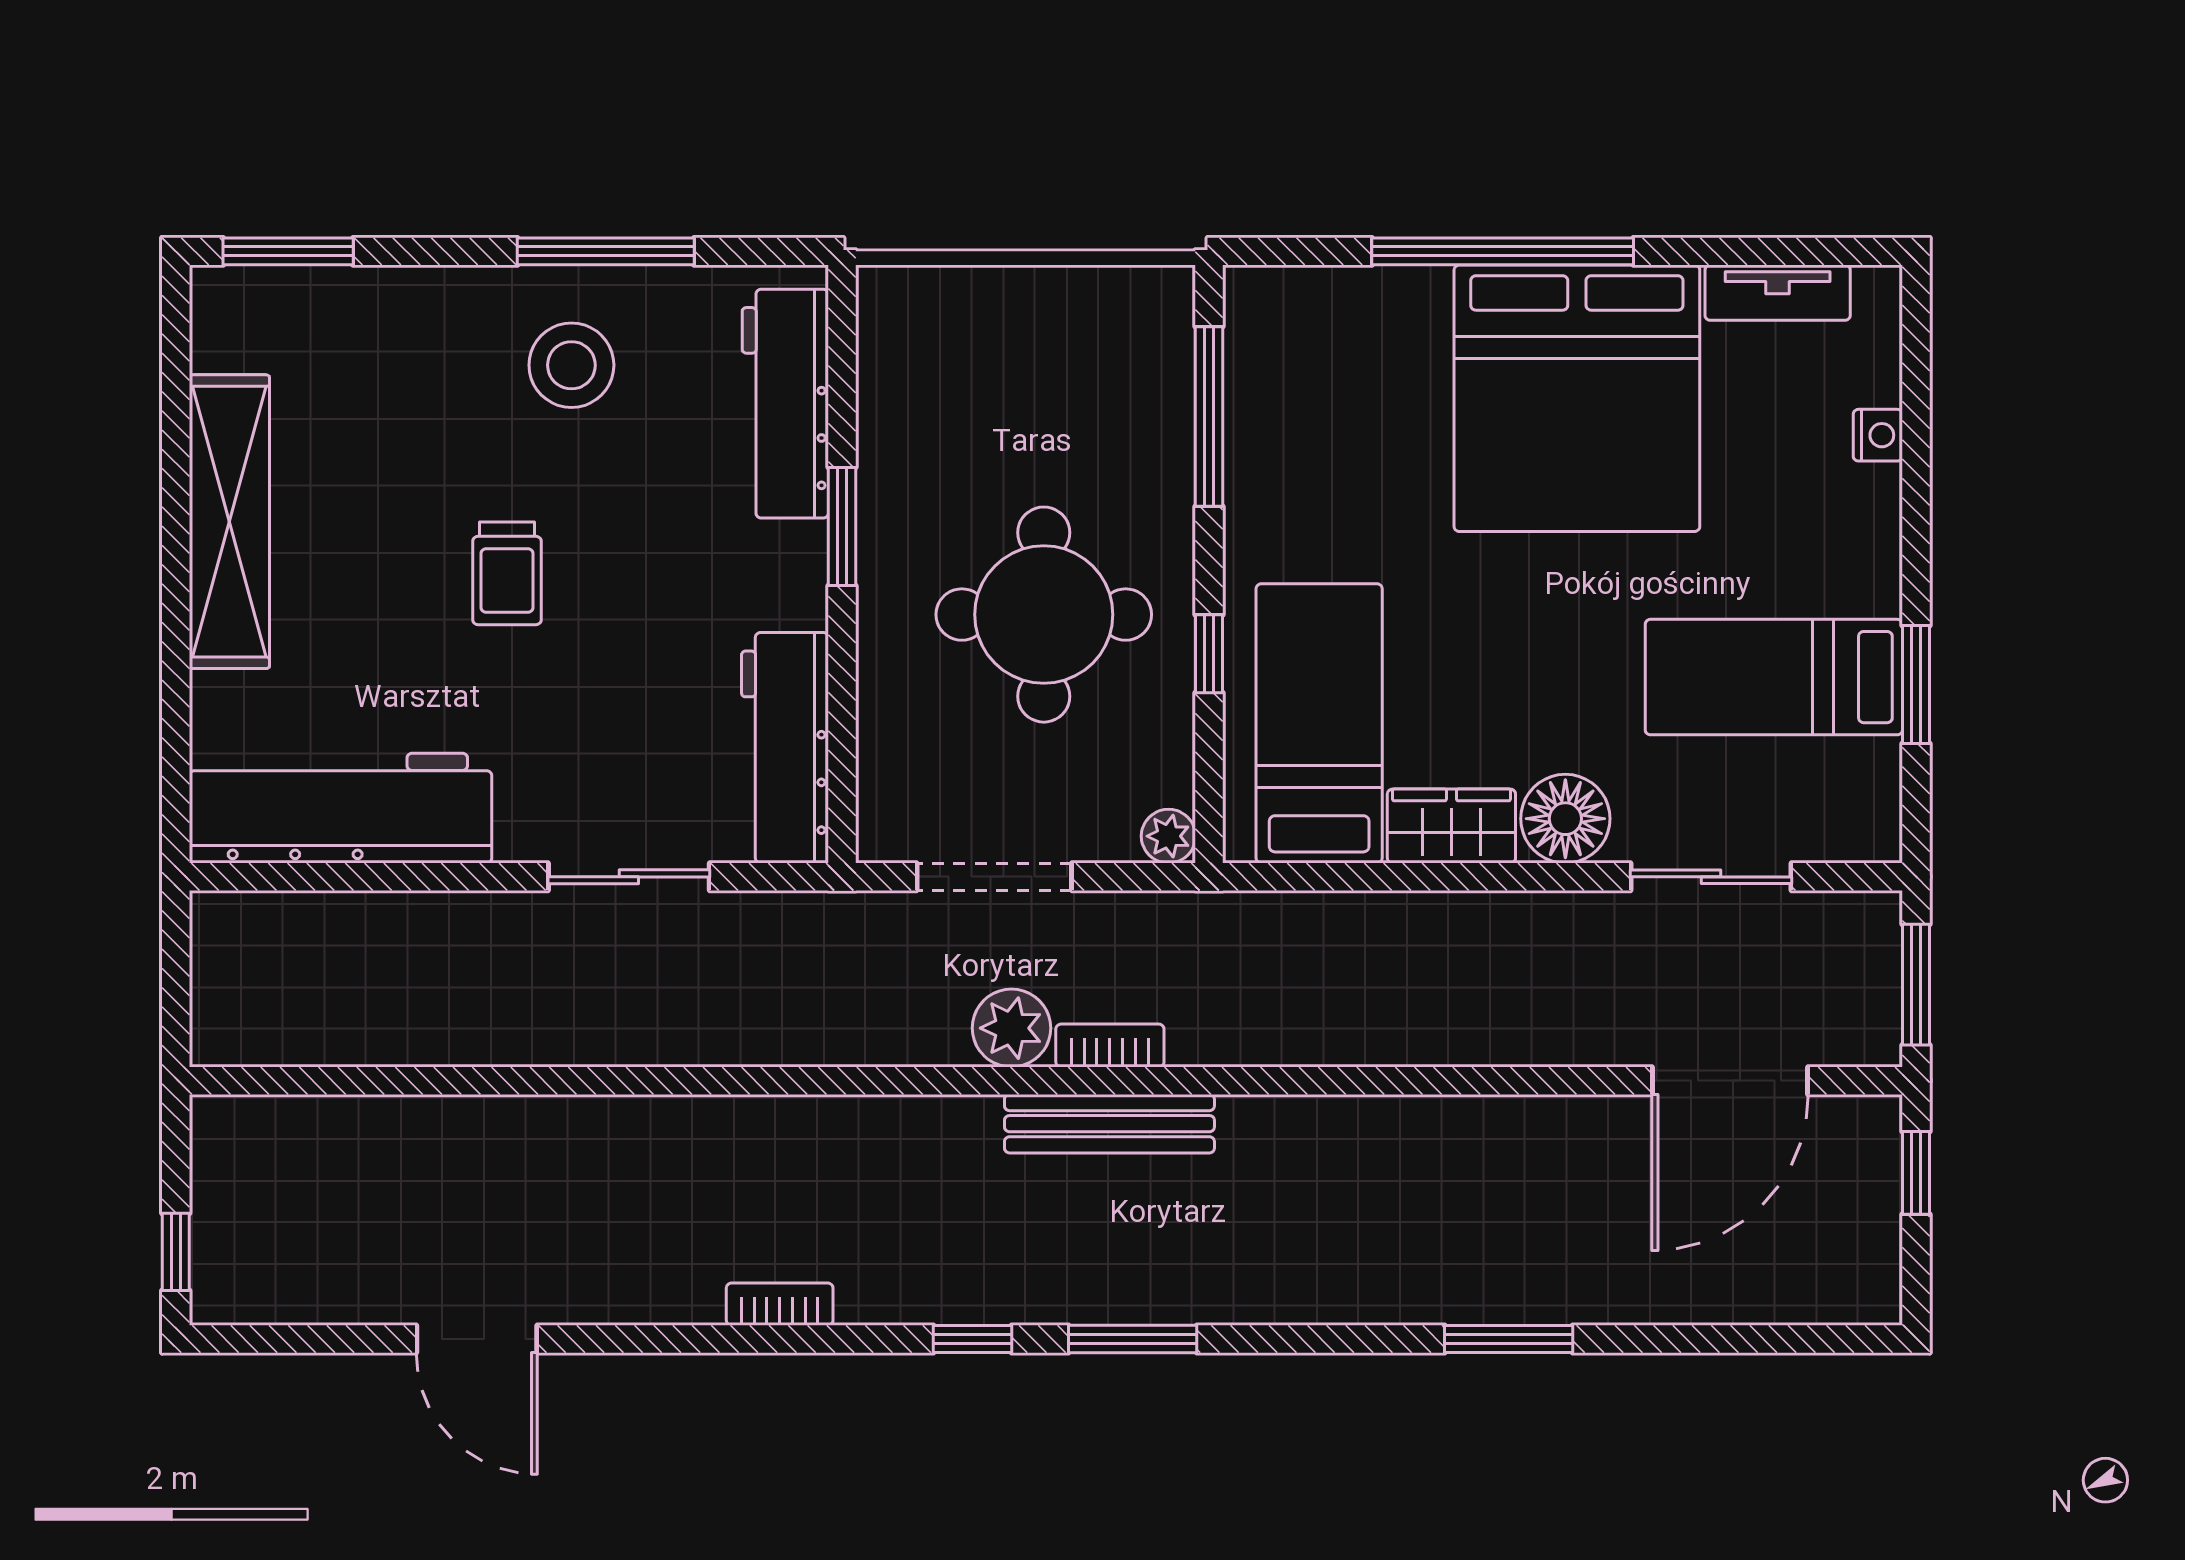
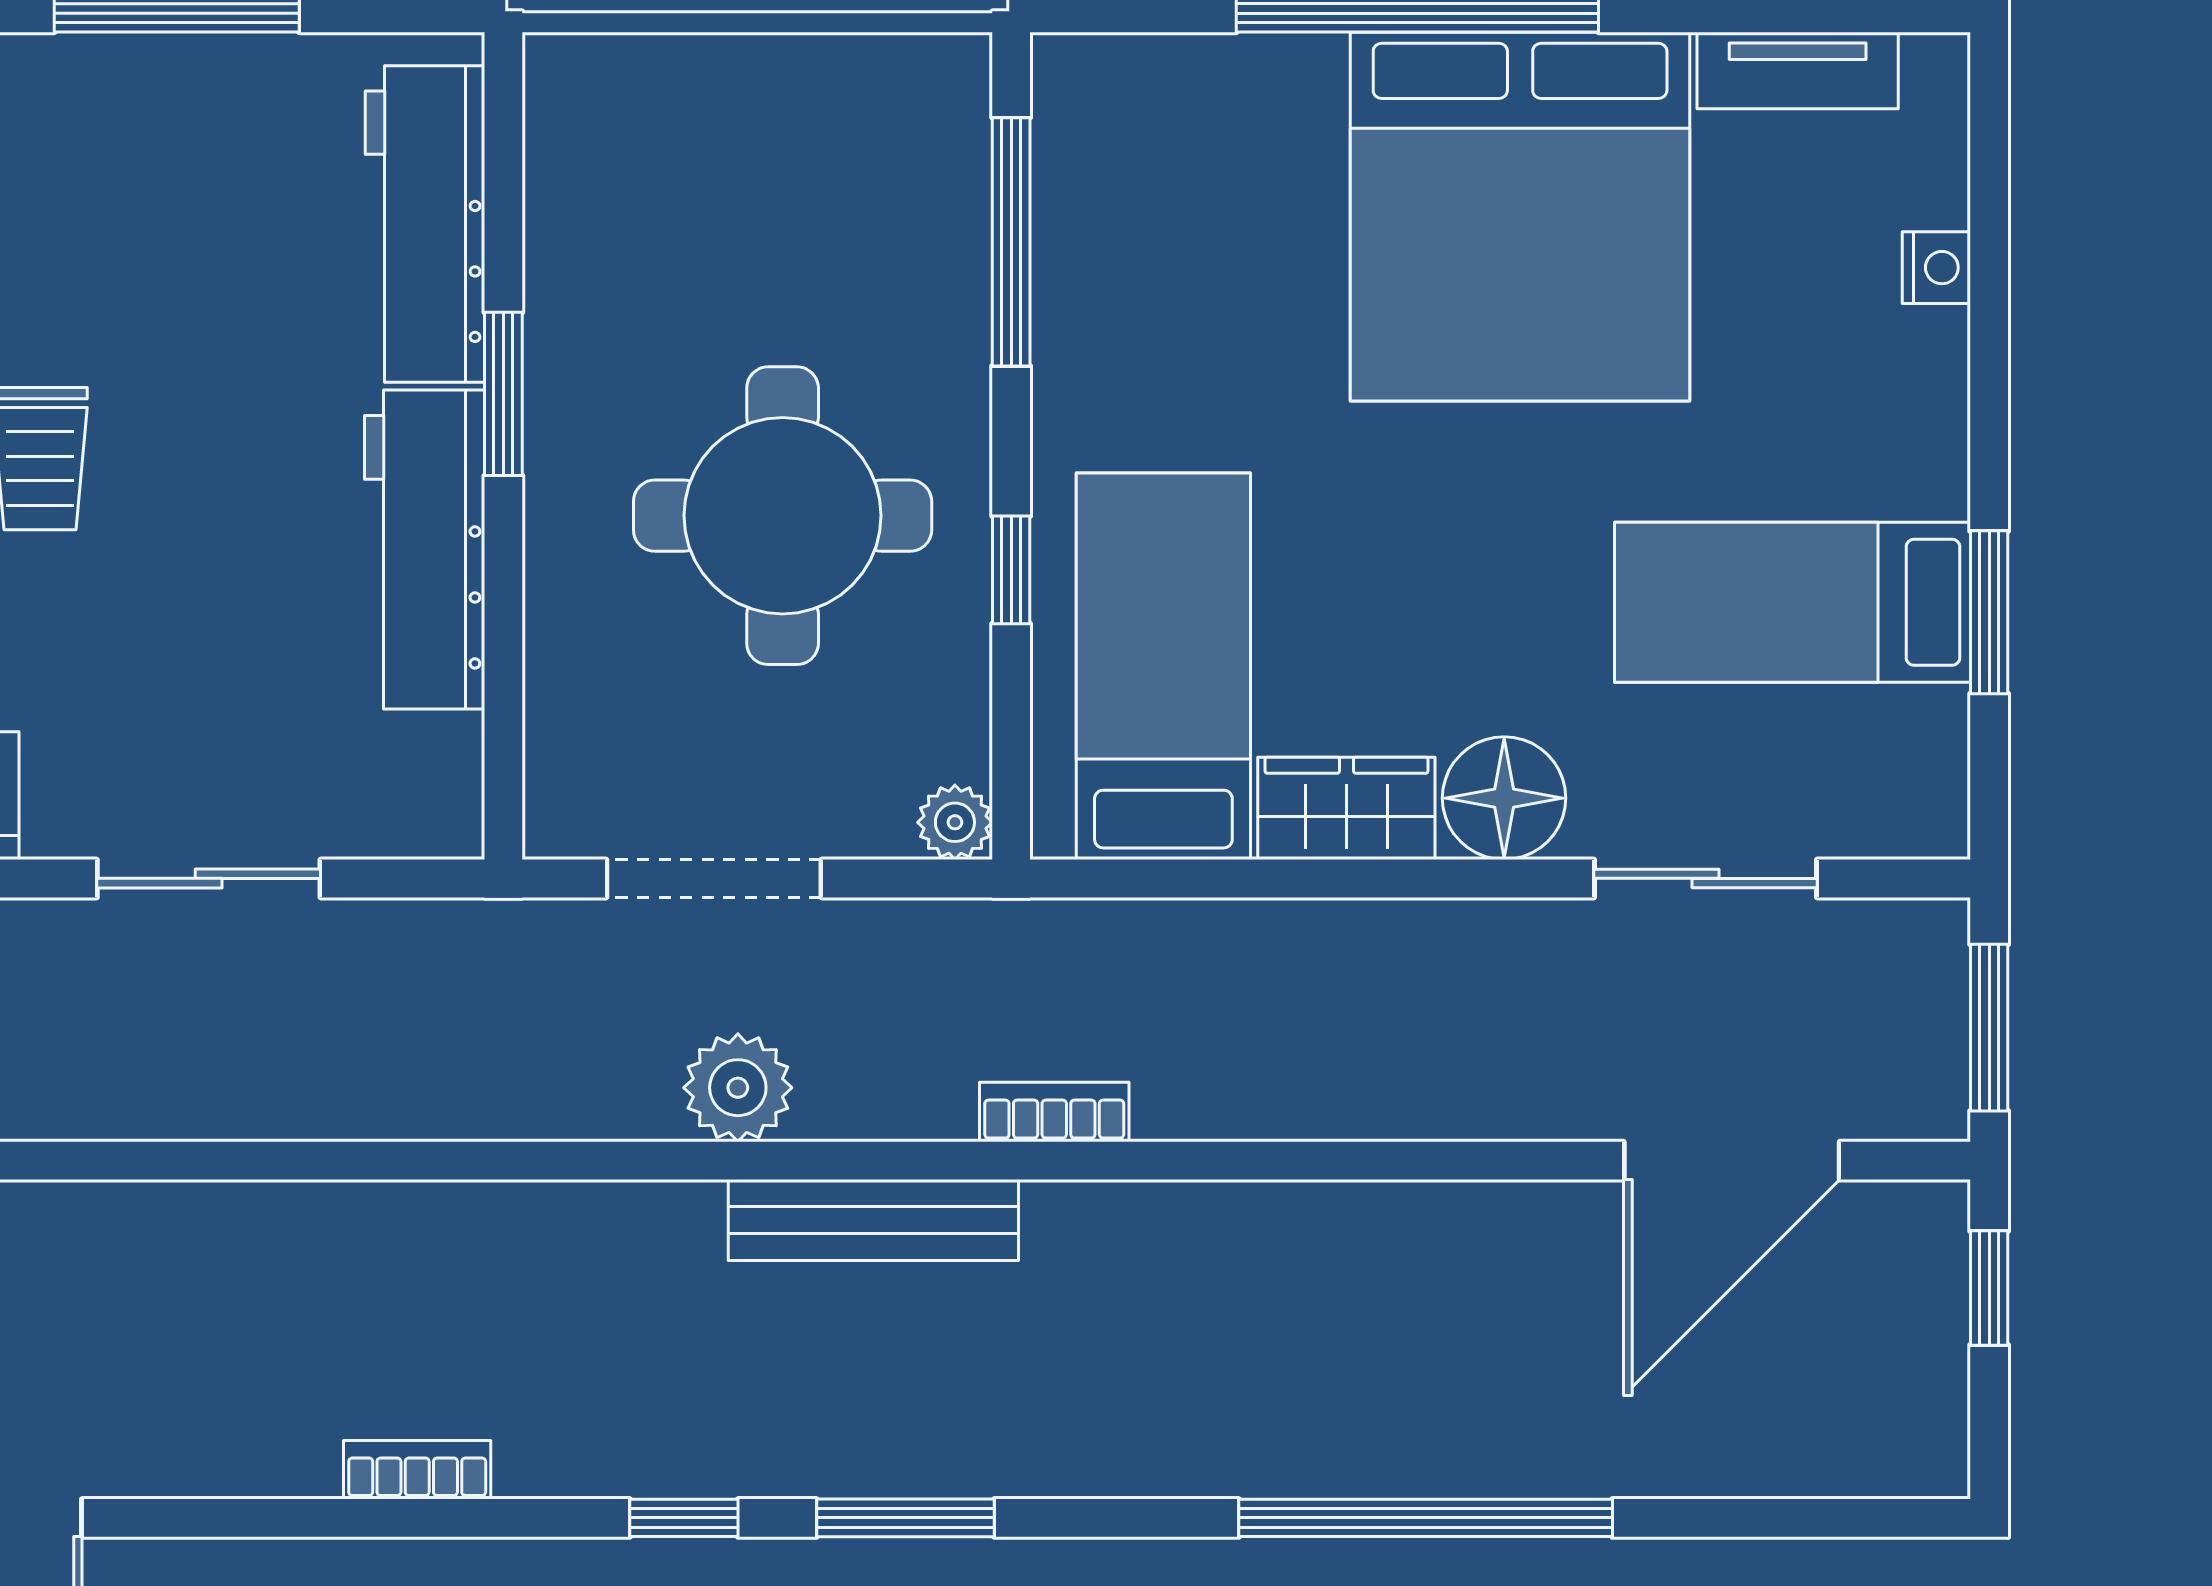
stool: (571, 365) -> (129, 171), removed
workbench: (785, 748) -> (425, 550), moved
bookcase: (1110, 1046) -> (1054, 1112), moved
window: (1509, 1339) -> (1426, 1518), width x2.11

